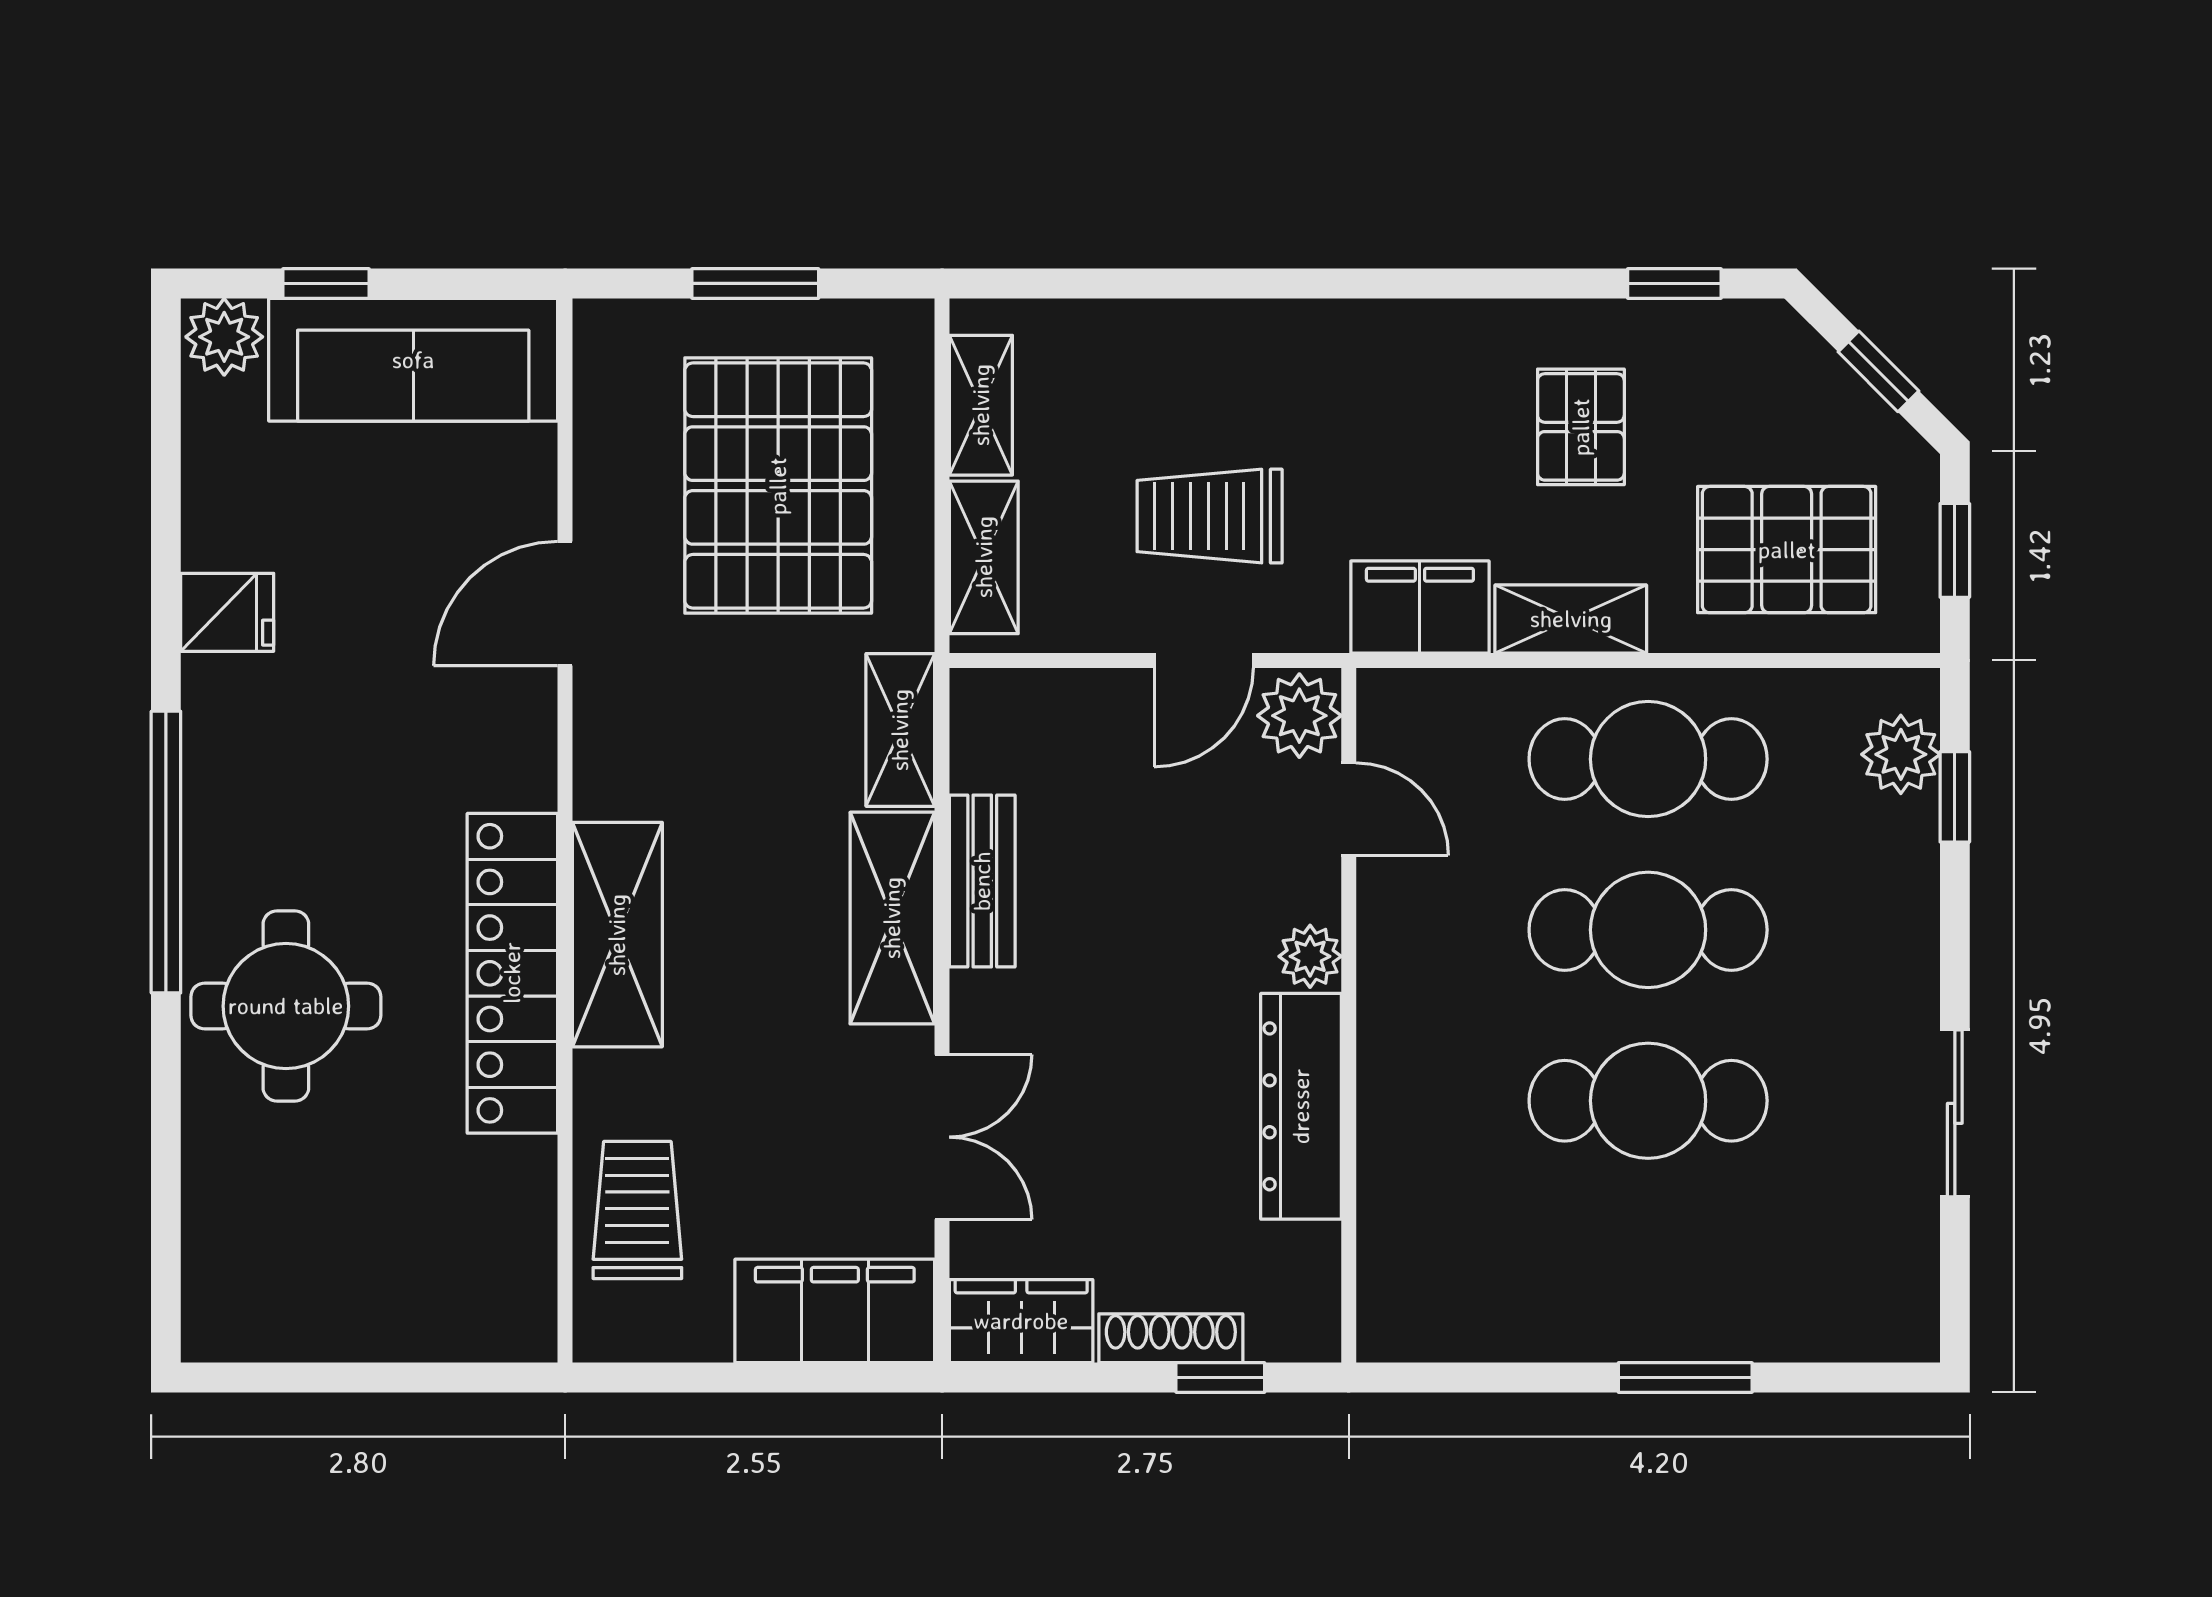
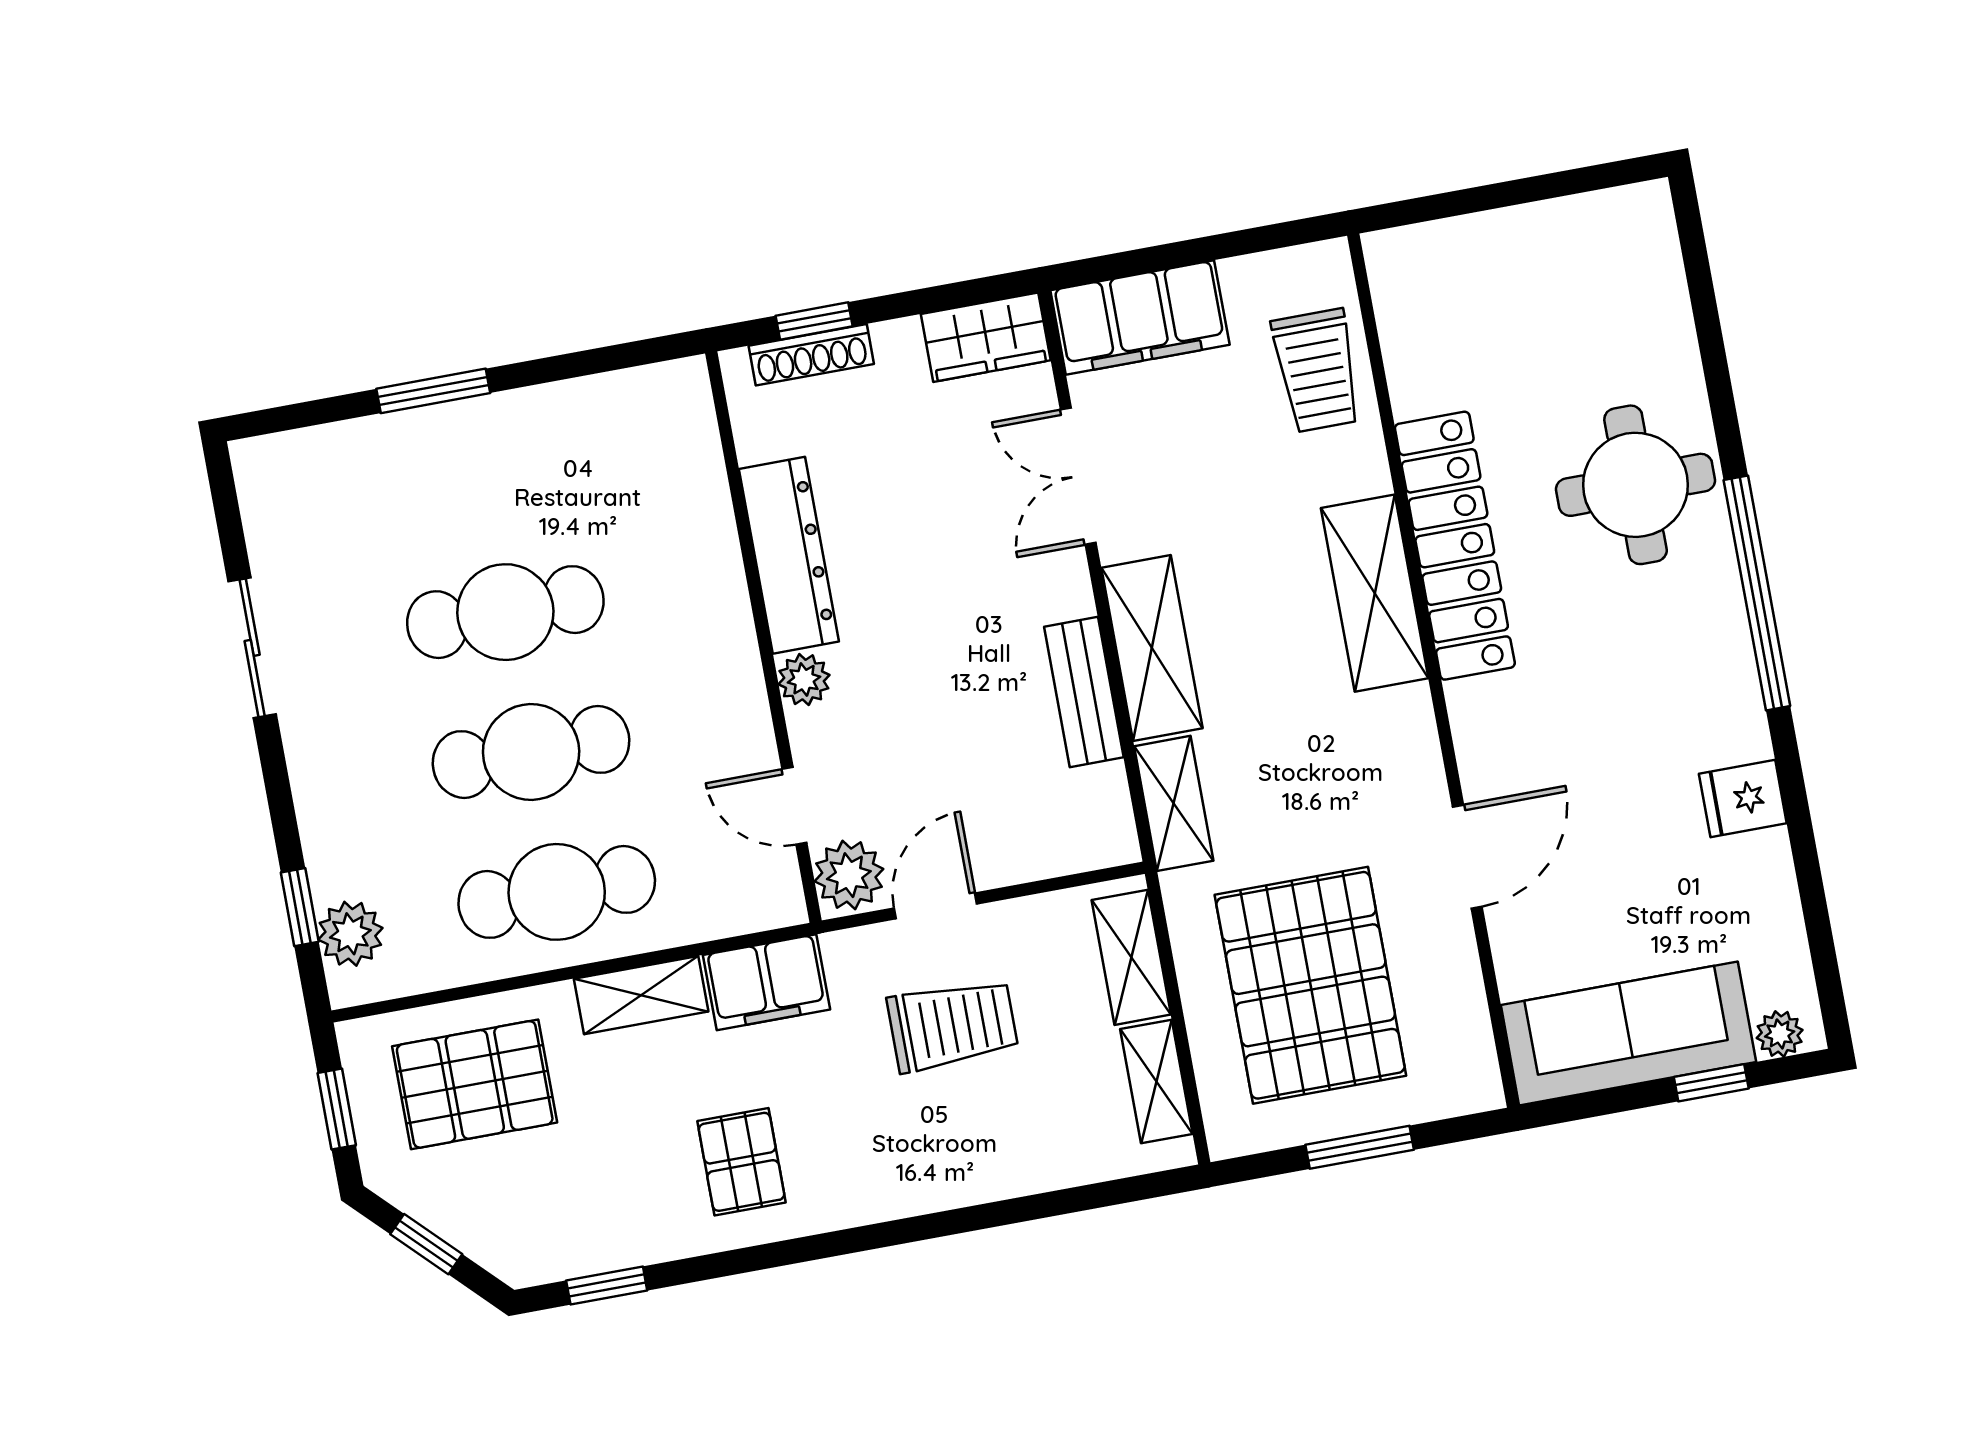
plant: (224, 337) -> (1780, 1034), width x0.73, depth x0.73
pallet: (1581, 427) -> (741, 1162), moved
shoe rack: (1171, 1338) -> (811, 355), moved

